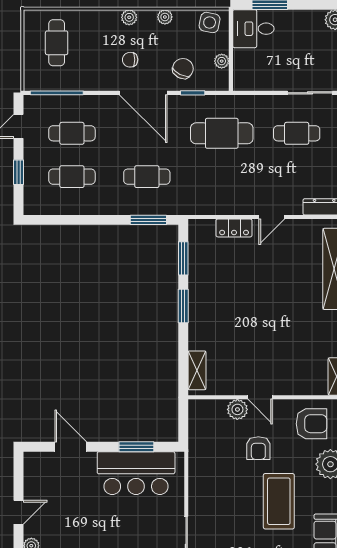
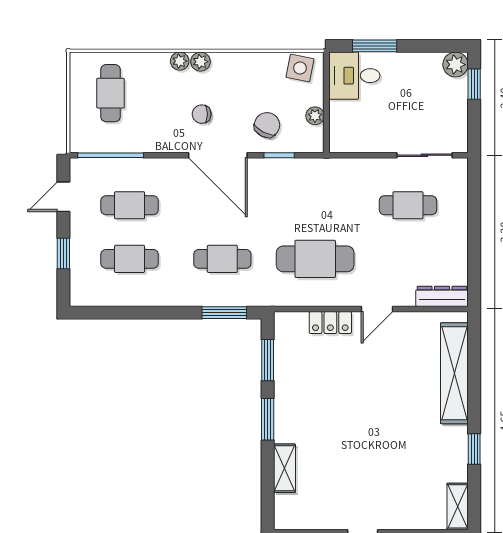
plant: (165, 17) -> (180, 61), moved
cafe table: (222, 133) -> (315, 259), moved
shelving: (197, 370) -> (284, 468), moved

